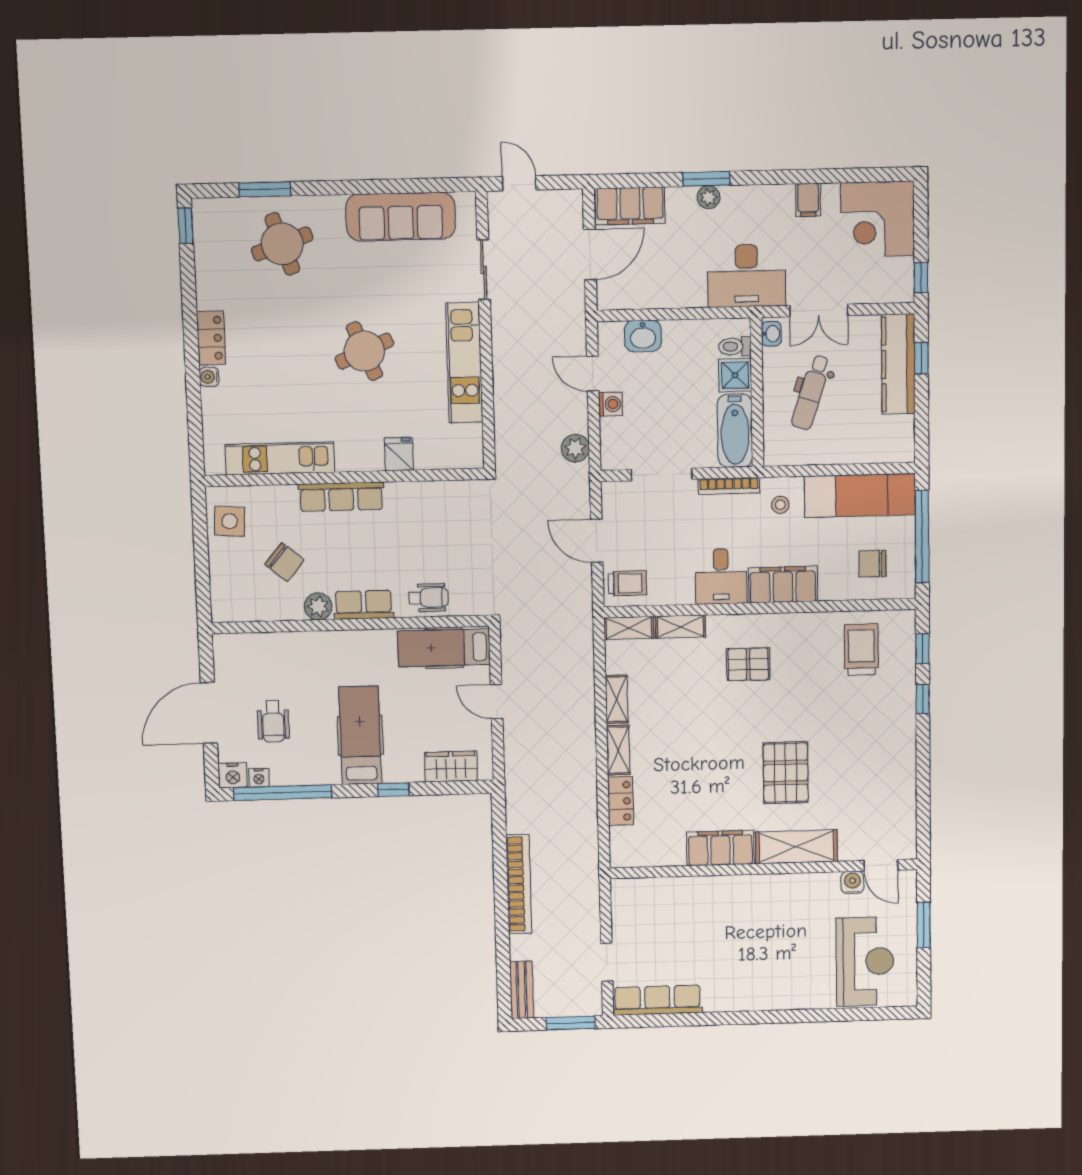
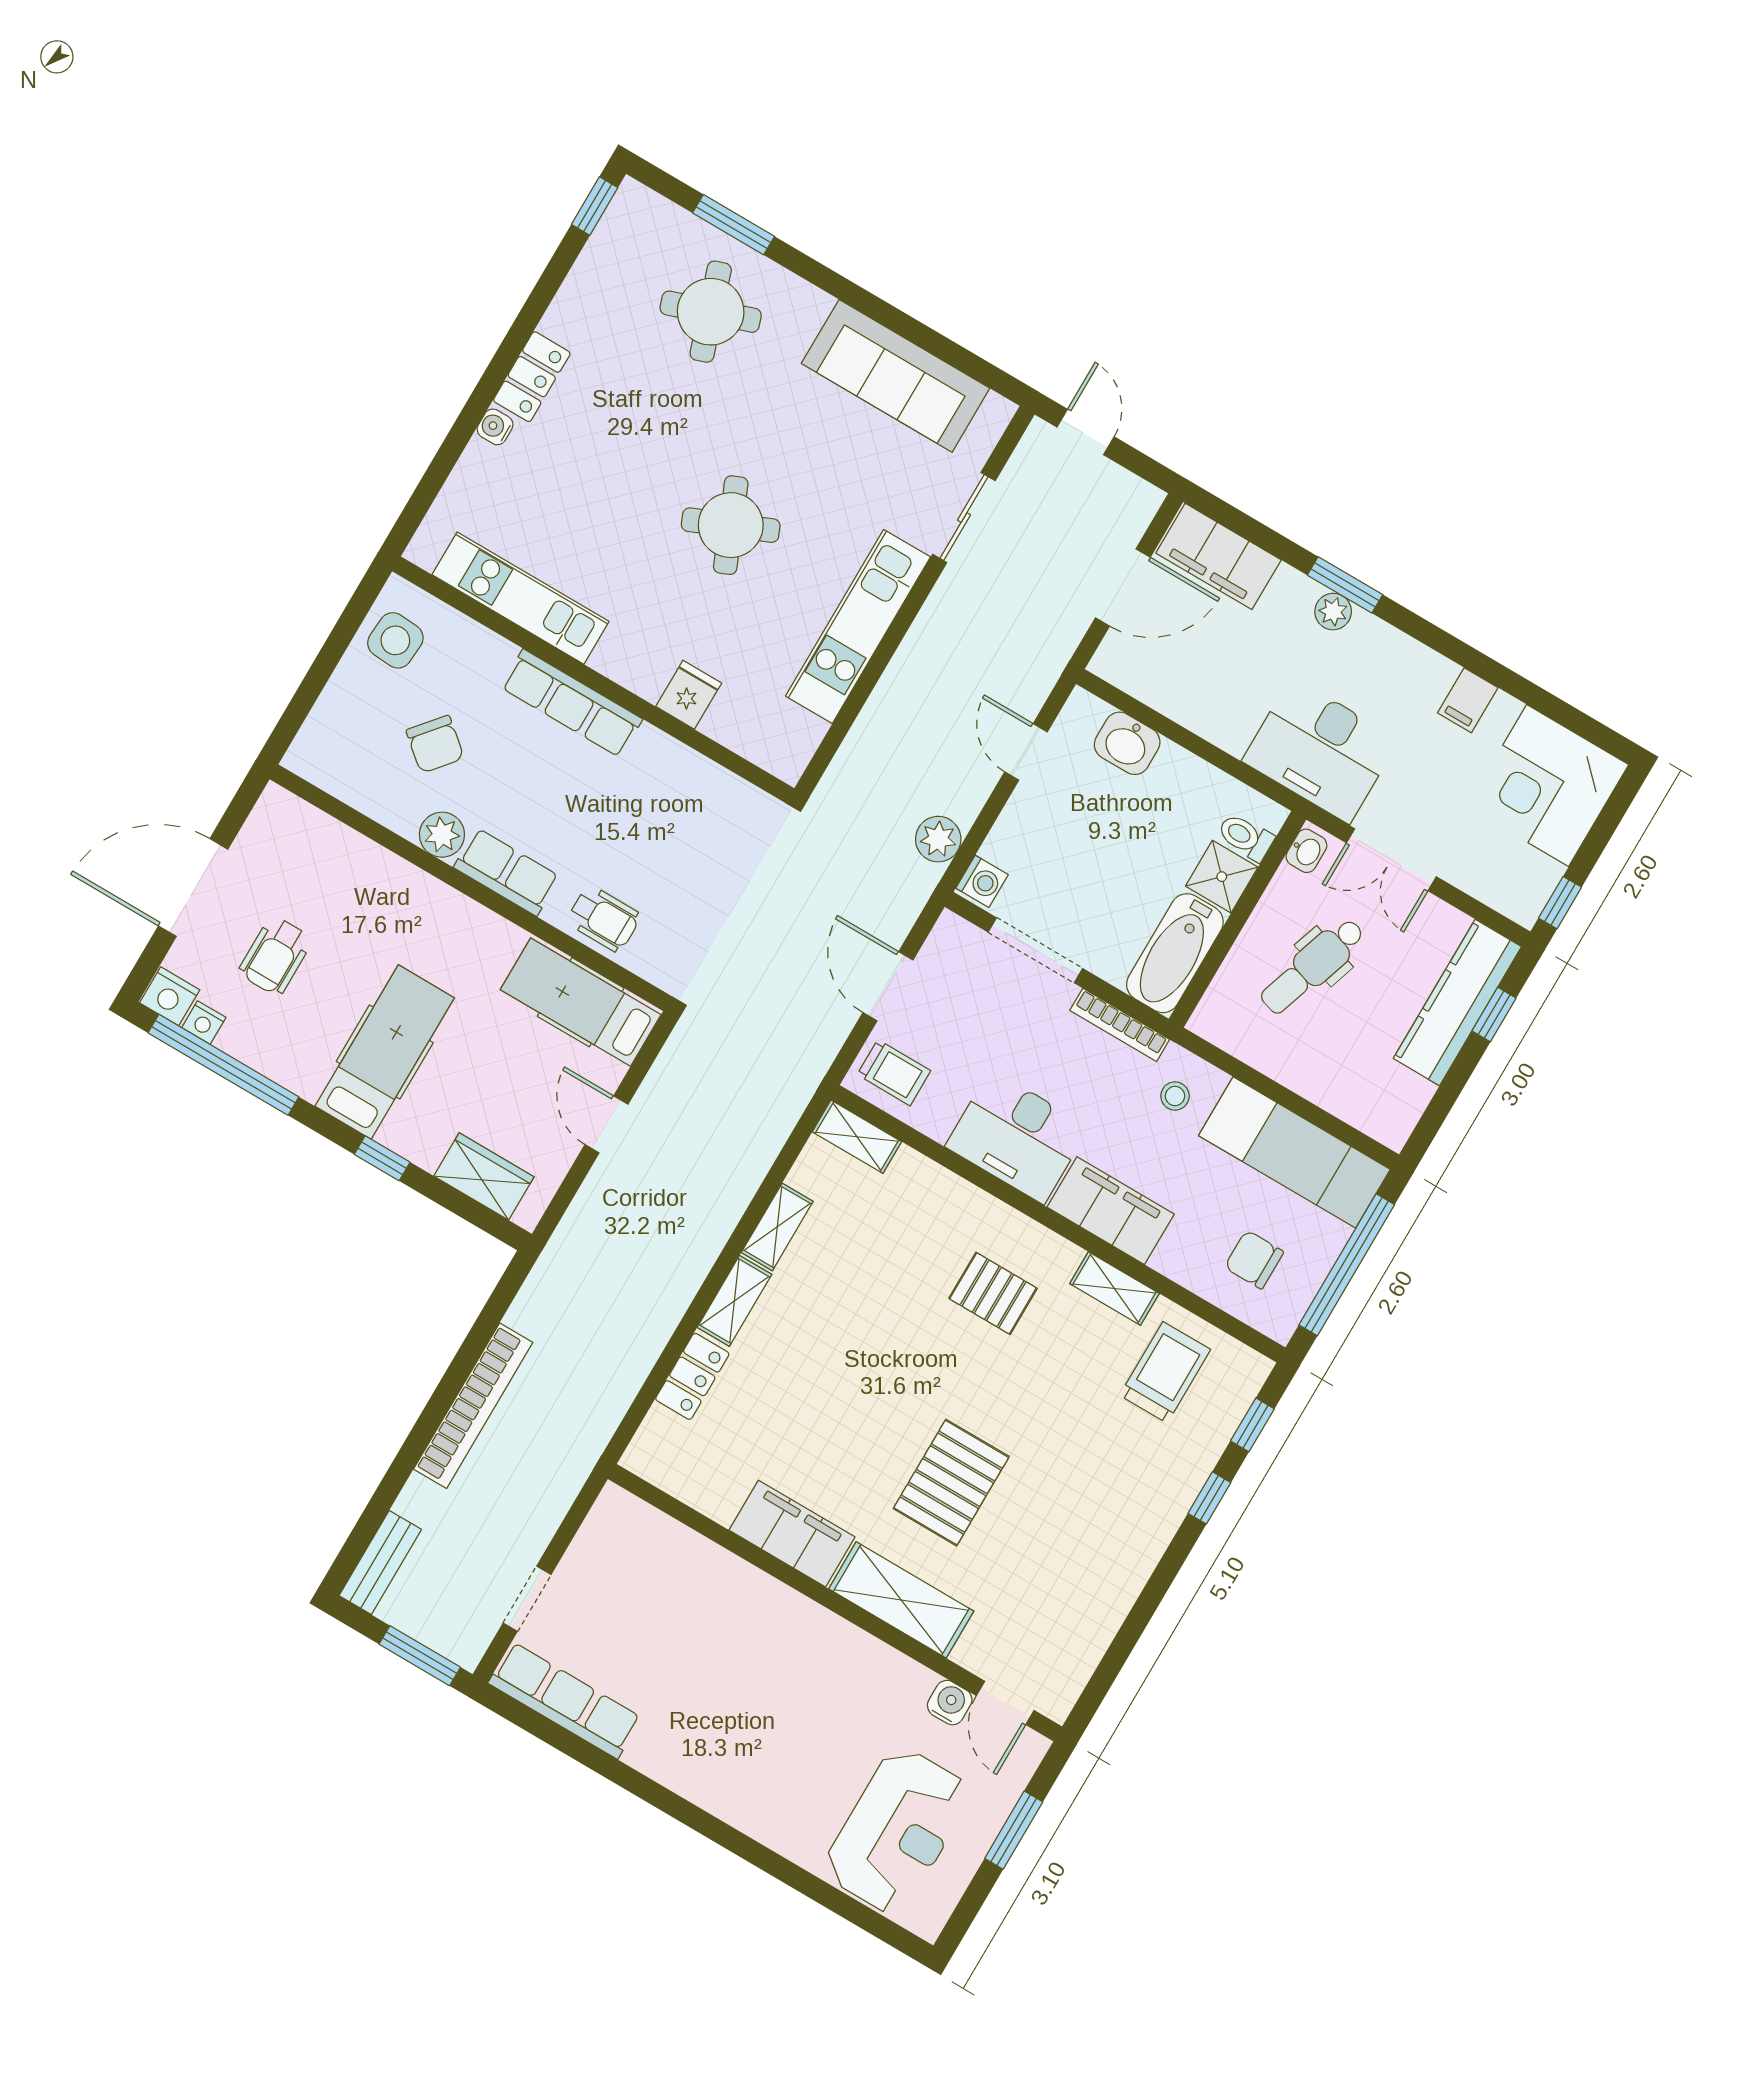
washing machine: (611, 404) -> (982, 881), moved
desk: (721, 576) -> (1017, 1137), width x1.37
shelving: (681, 627) -> (1114, 1288), moved

